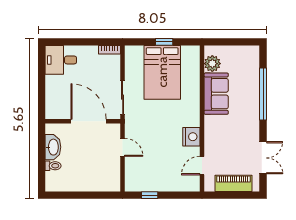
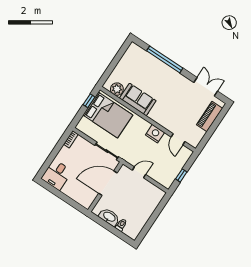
plant: (212, 64) -> (117, 89), moved
sofa: (216, 94) -> (138, 99), moved
wall: (202, 119) -> (148, 119), moved
nightstand: (191, 137) -> (155, 134), moved
door: (202, 166) -> (178, 139), moved

